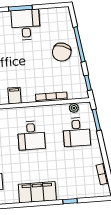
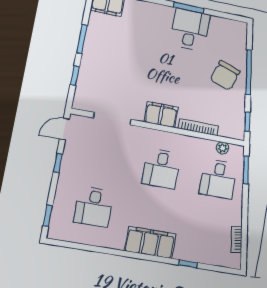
filing cabinet: (15, 96) -> (161, 115), width x2.00

